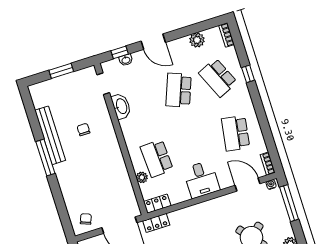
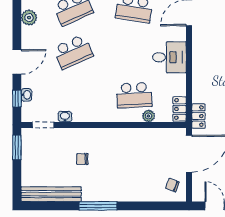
window: (61, 71) -> (17, 148), moved
school desk: (179, 90) -> (73, 52), turned -45
washbasin: (121, 106) -> (65, 117), width x0.52, depth x0.69
bench: (50, 135) -> (51, 194), moved

